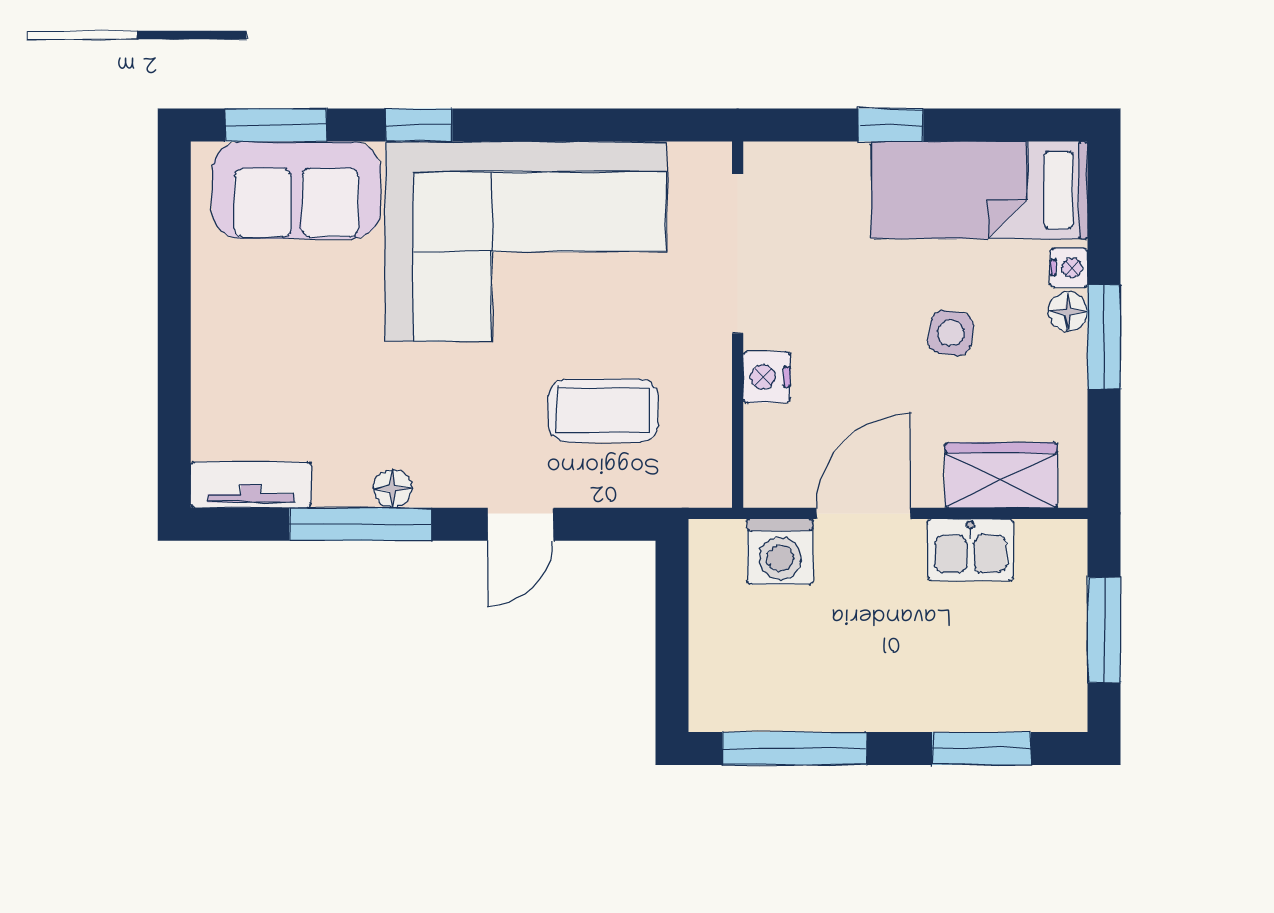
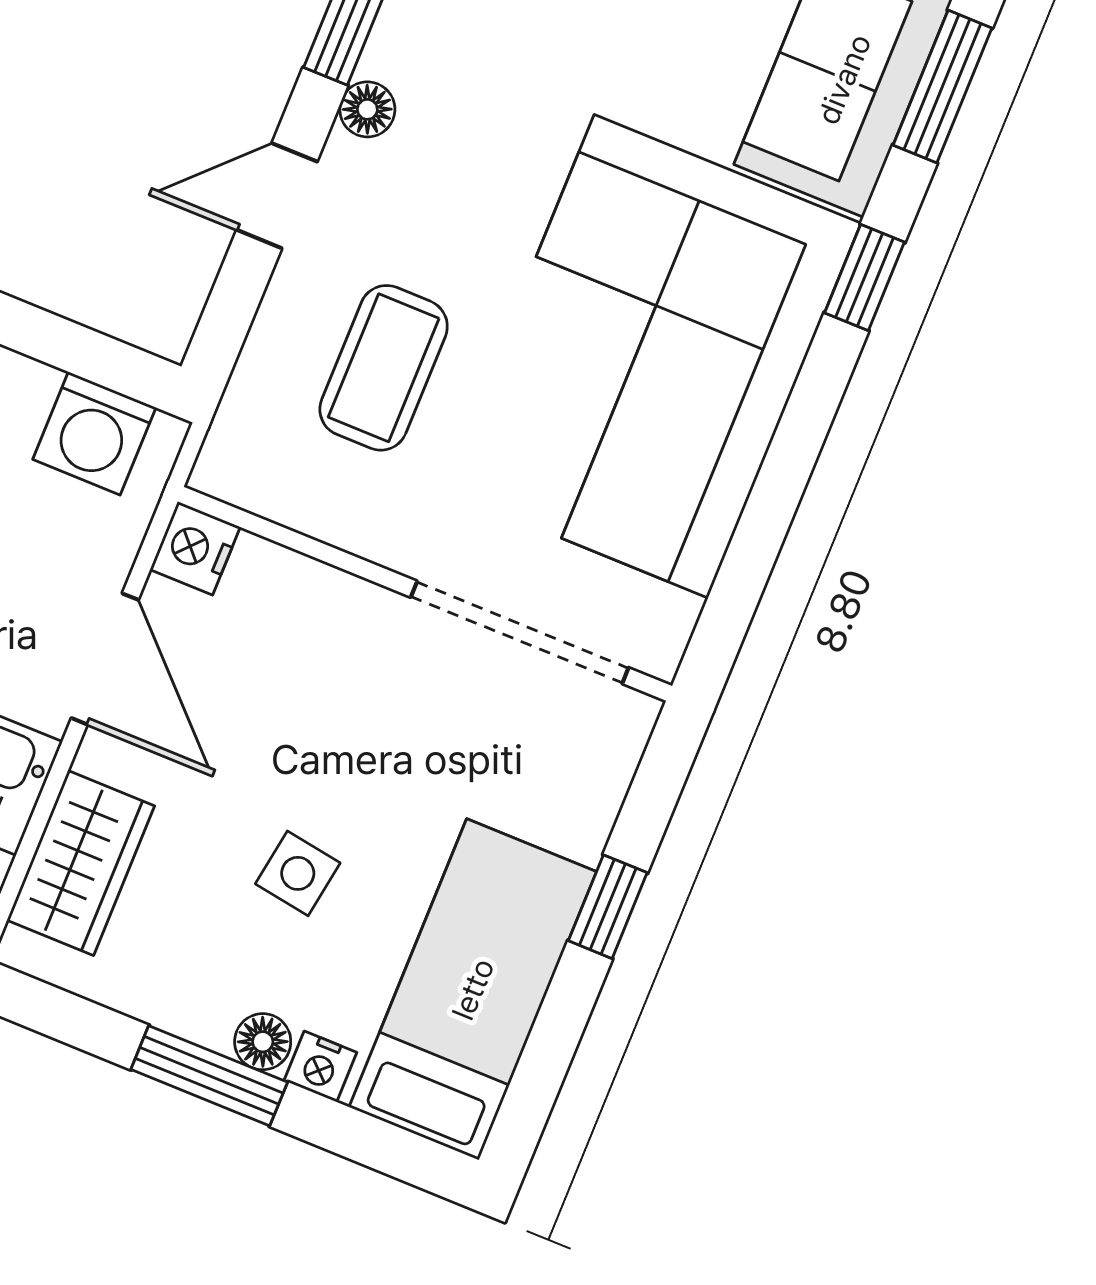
nightstand: (767, 377) -> (195, 548), moved, turned -90
floor lamp: (393, 489) -> (367, 109), moved
door: (521, 524) -> (277, 196), hinge flipped
washing machine: (780, 552) -> (94, 433), moved, turned -90

